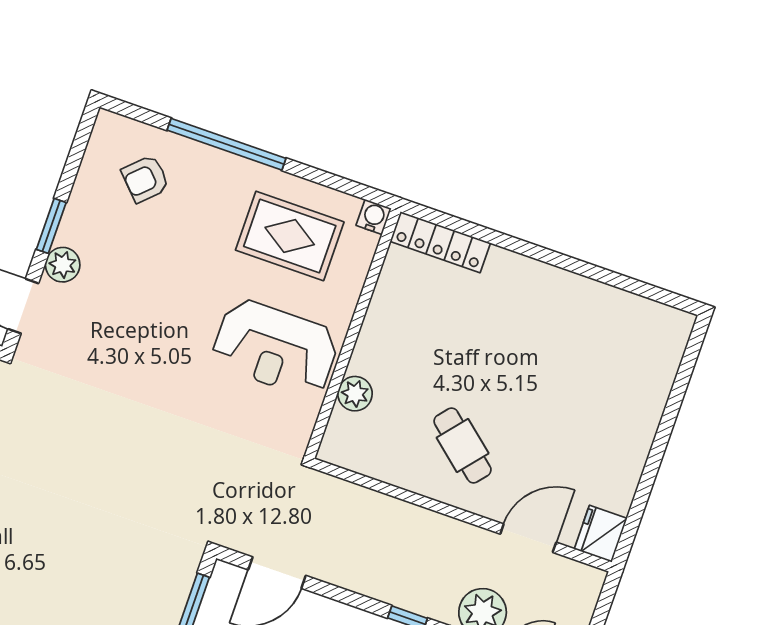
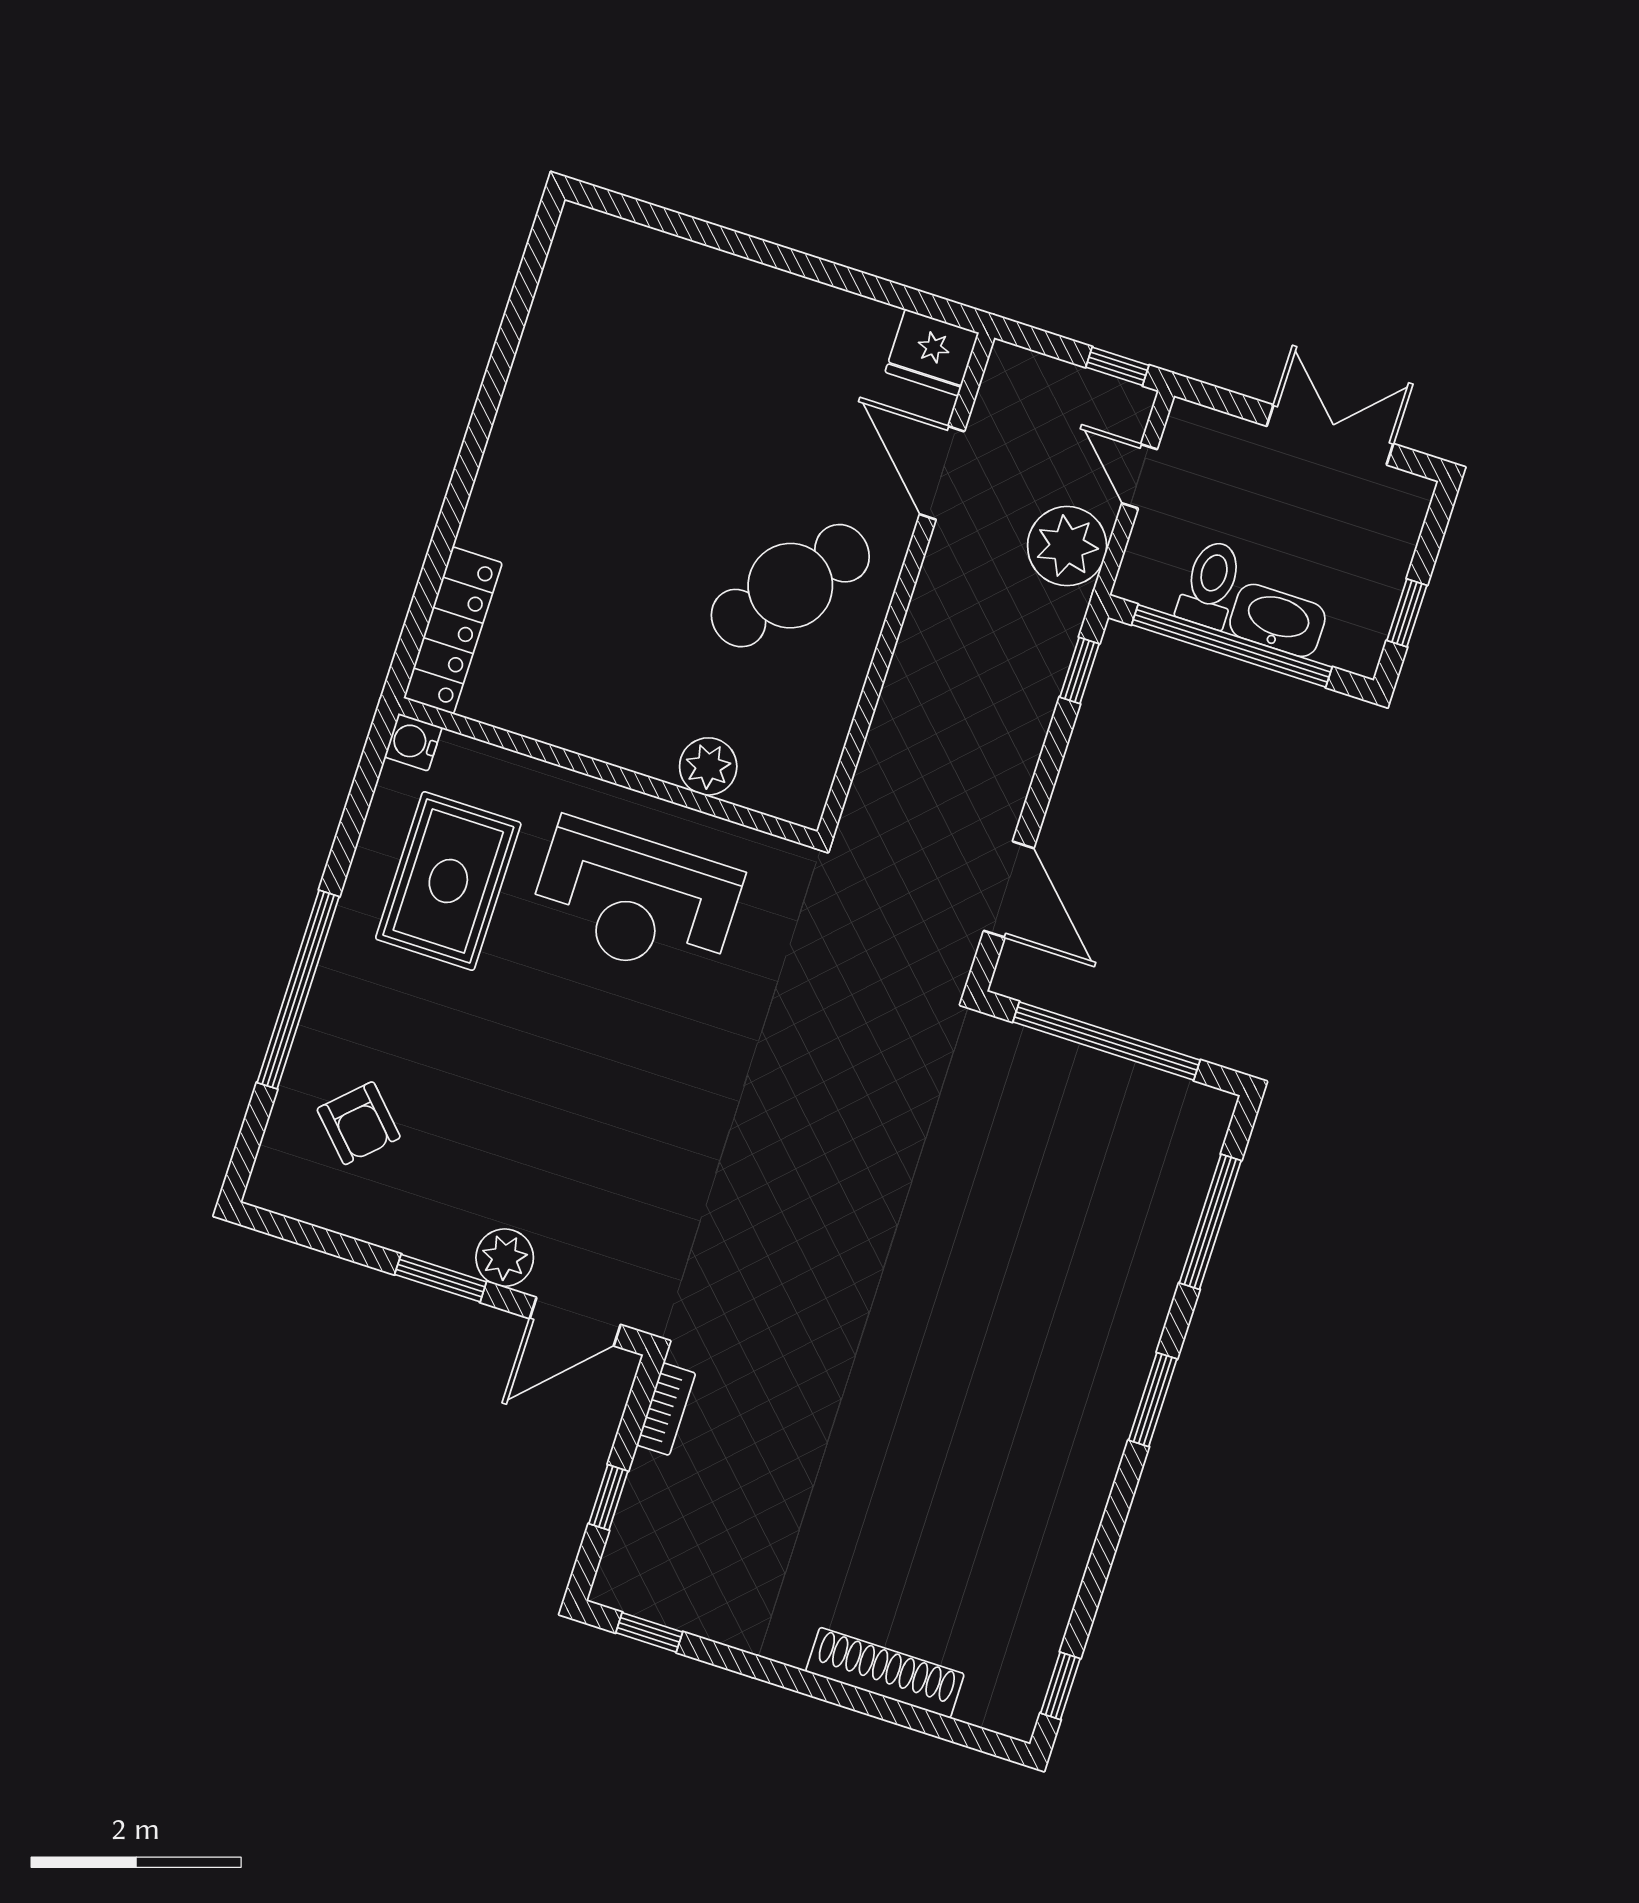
reception desk: (275, 348) -> (635, 901), turned 90
cafe table: (463, 445) -> (790, 586), width x1.37, depth x1.35

